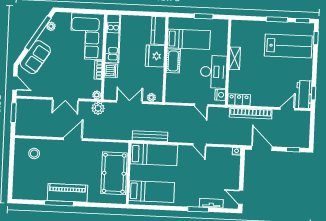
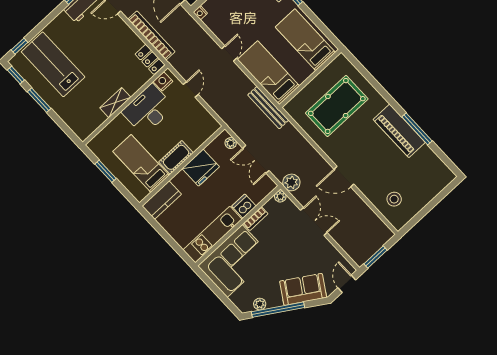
fridge: (155, 56) -> (201, 168), moved
bed: (154, 154) -> (268, 73), moved
wall: (129, 173) -> (310, 78), moved
bed: (152, 192) -> (305, 40), moved

